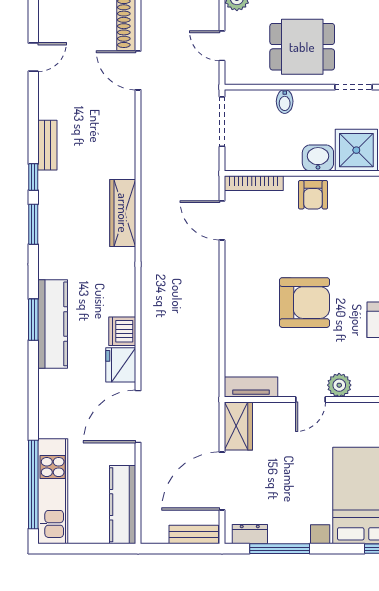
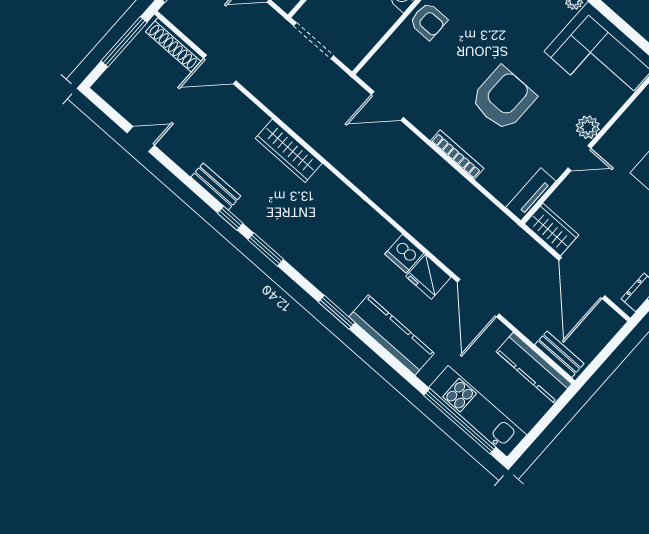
door: (33, 57) -> (141, 139), hinge flipped
bookcase: (254, 183) -> (457, 155), moved, turned -90
wardrobe: (123, 213) -> (289, 151), moved
kitchen counter: (53, 324) -> (392, 335), moved
door: (310, 399) -> (579, 158), hinge flipped
bench: (194, 535) -> (559, 354), moved, turned 90

